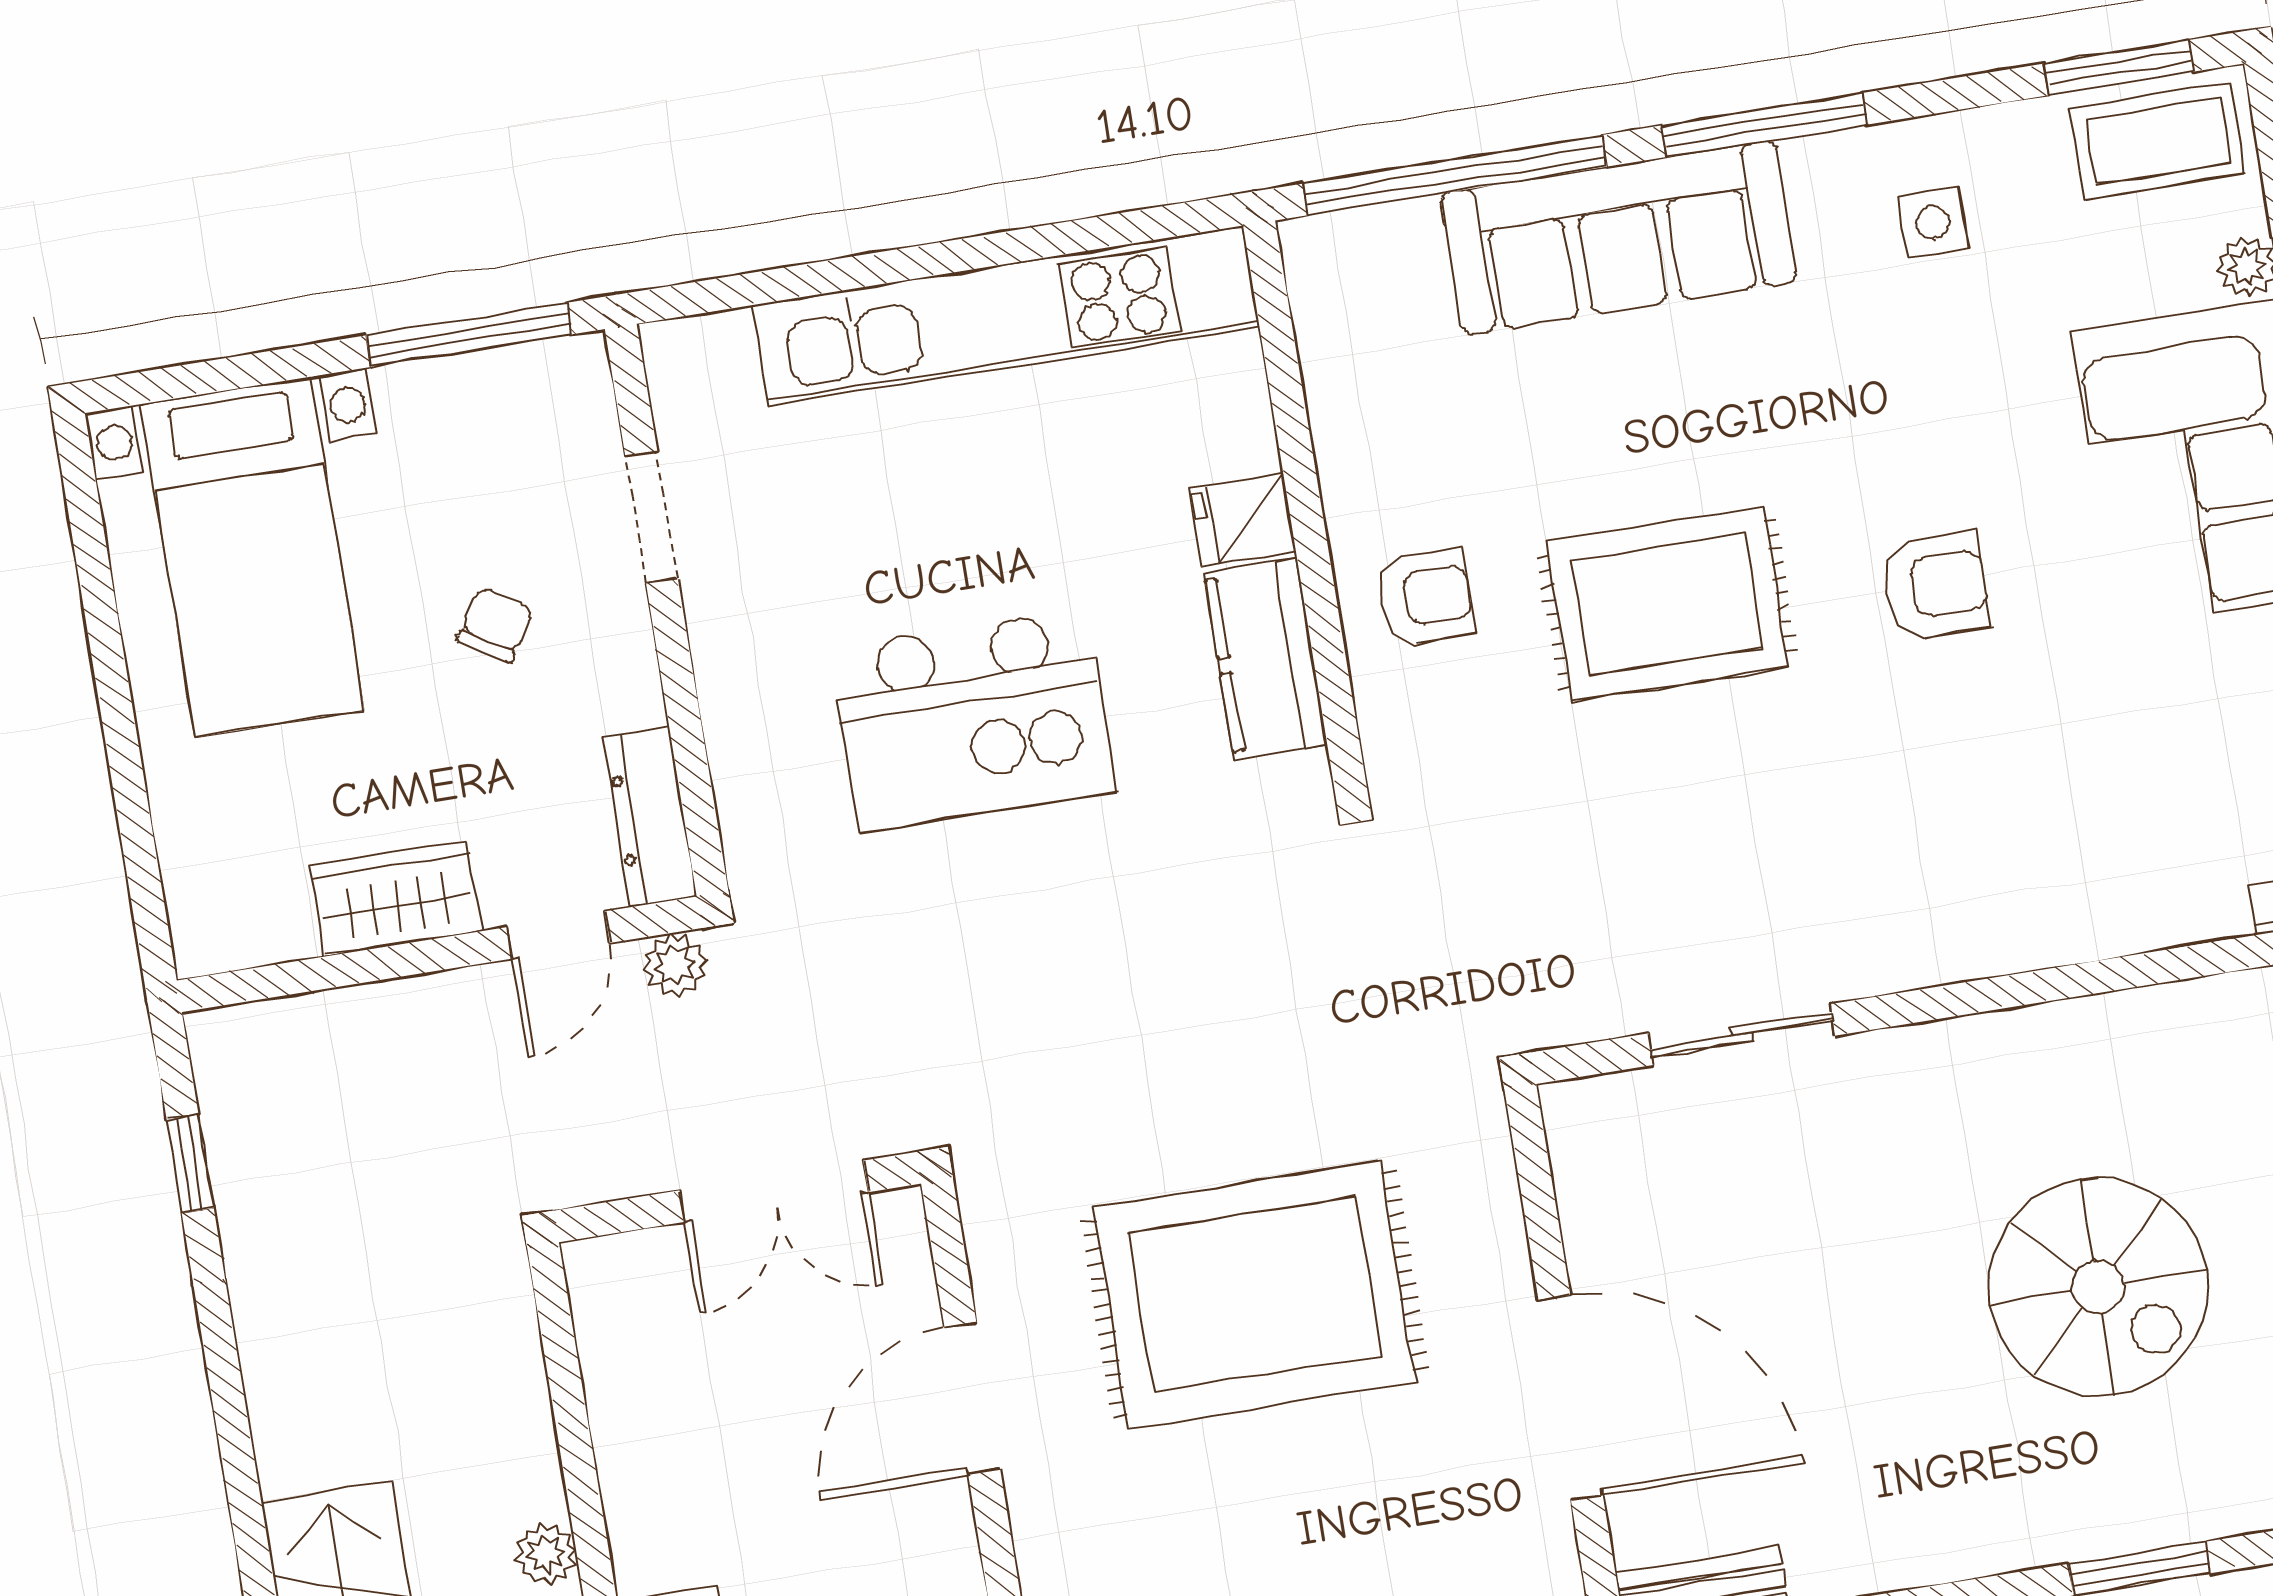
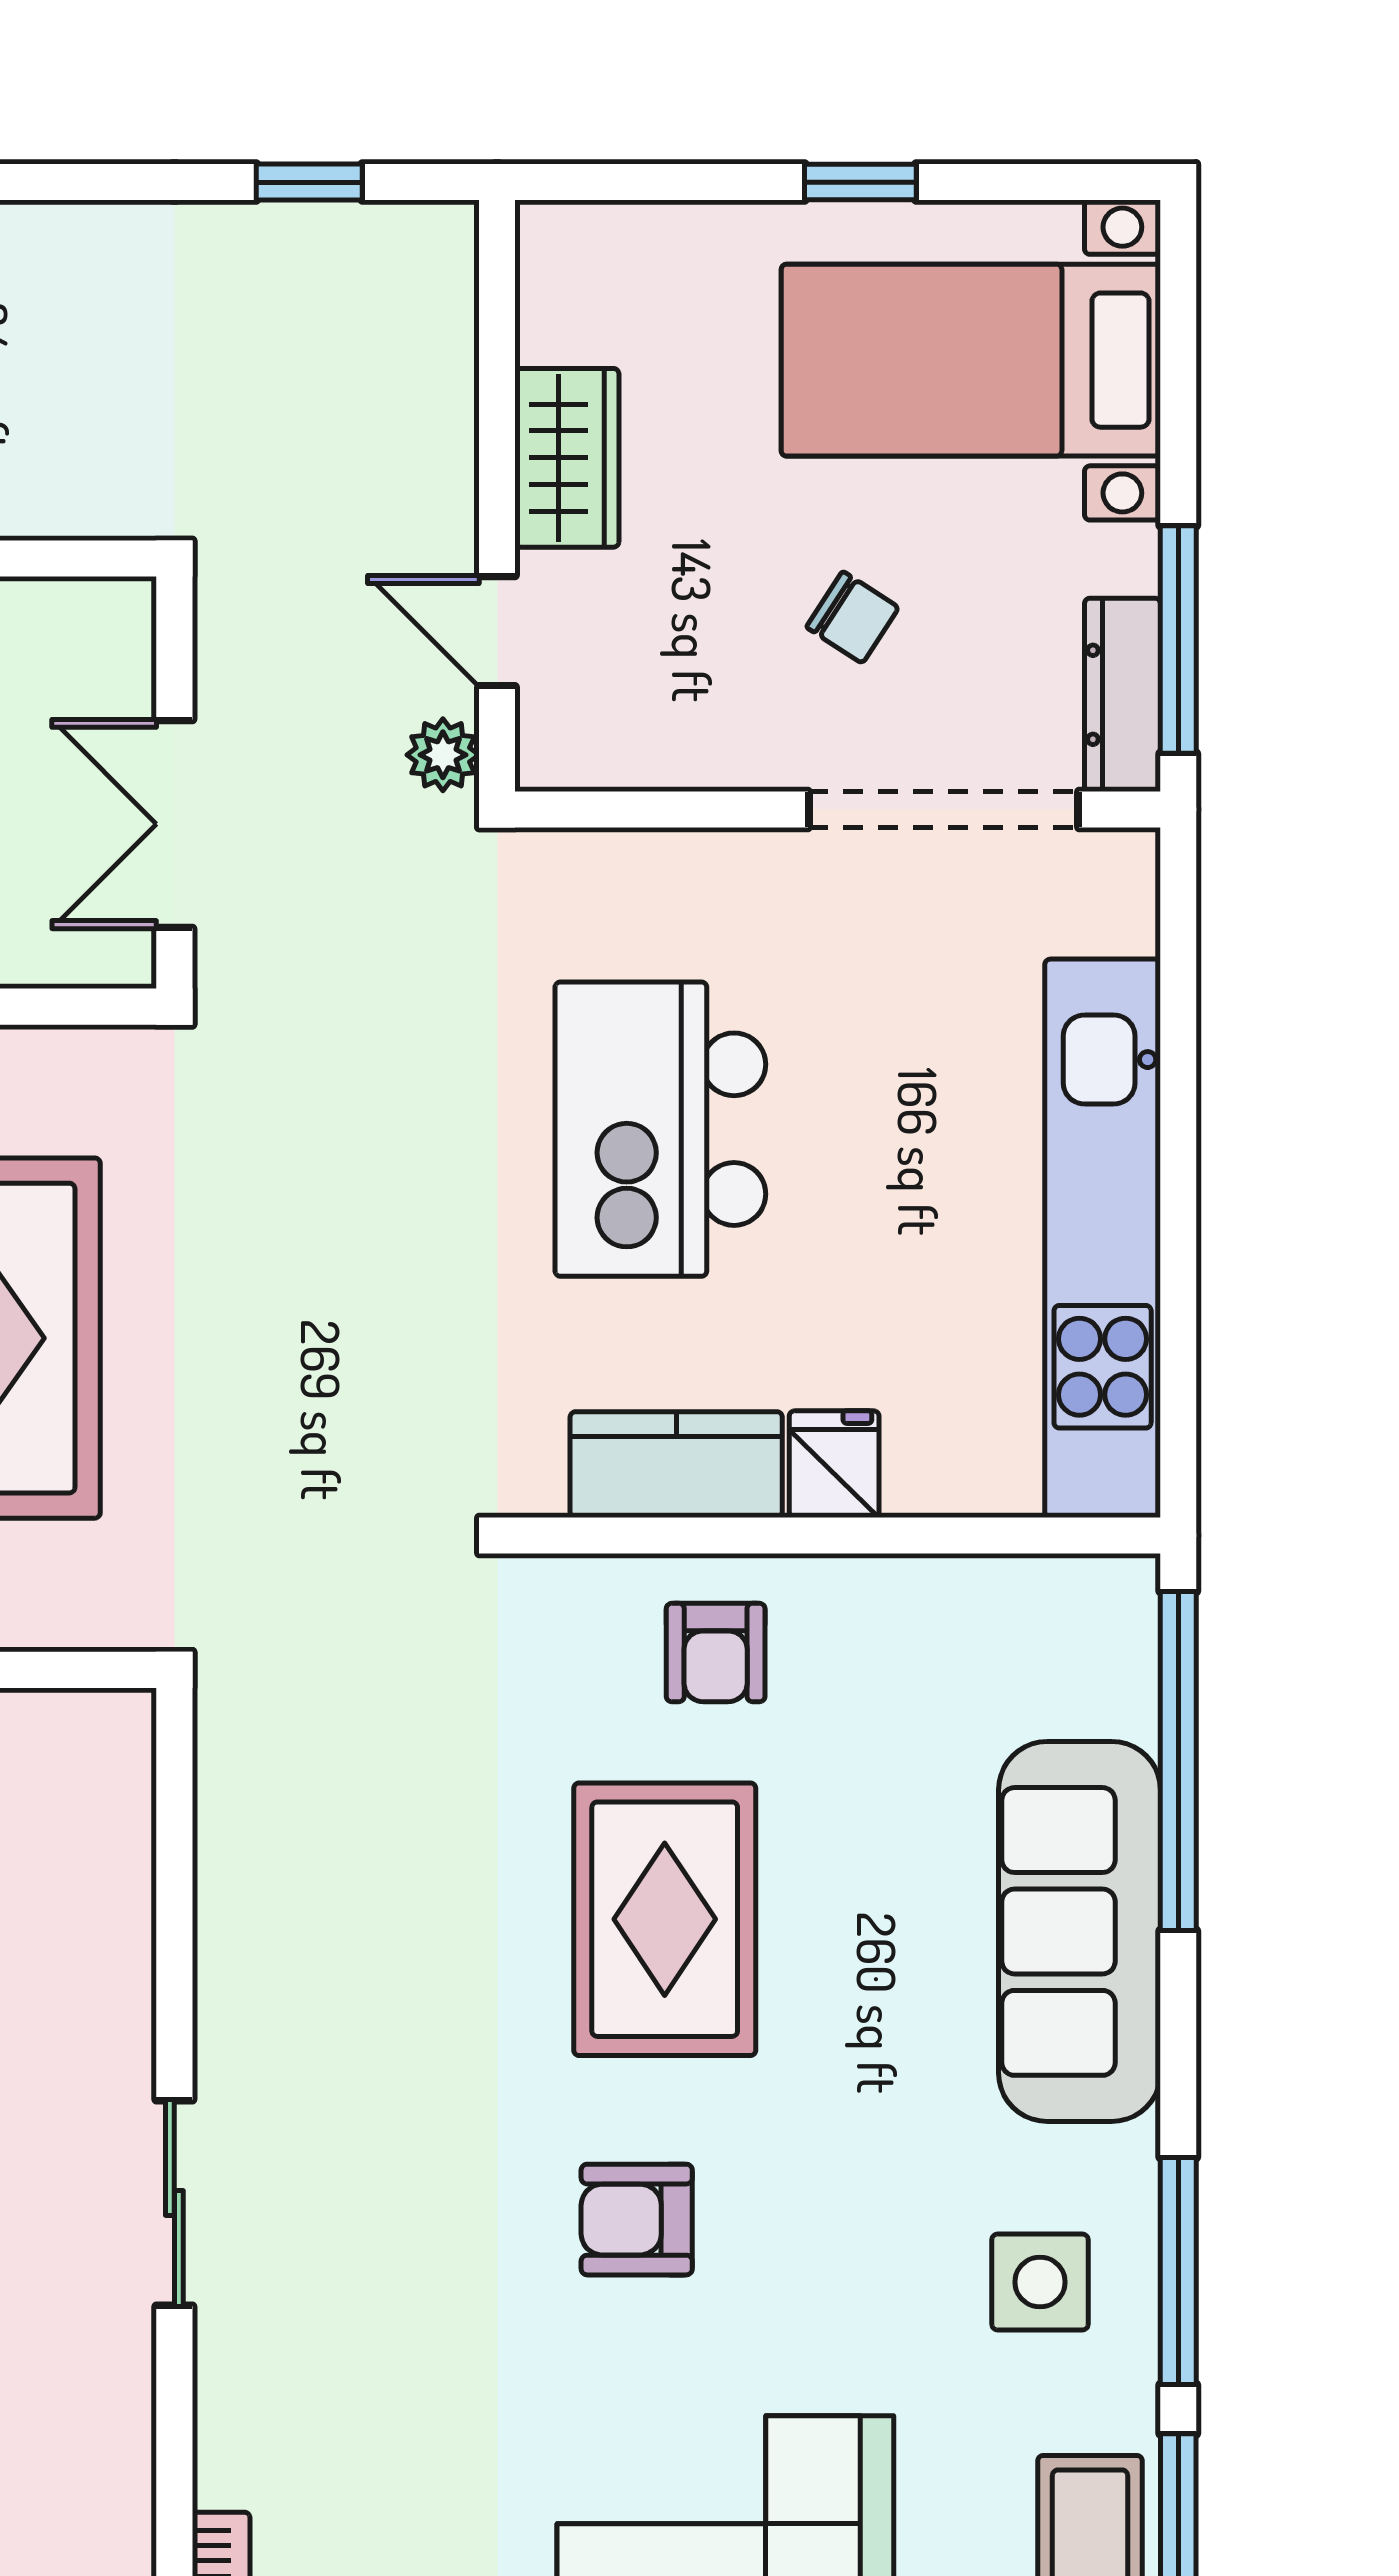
window: (1764, 125) -> (1178, 2271), moved
side table: (1933, 222) -> (1040, 2282), width x1.37, depth x1.37
doorway: (652, 517) -> (944, 809), width x1.88
armchair: (1935, 586) -> (637, 2220), turned 90
window: (112, 679) -> (860, 182), added
dresser: (650, 817) -> (1122, 695), moved, turned -90
sliding door: (1742, 1034) -> (174, 2203), moved

